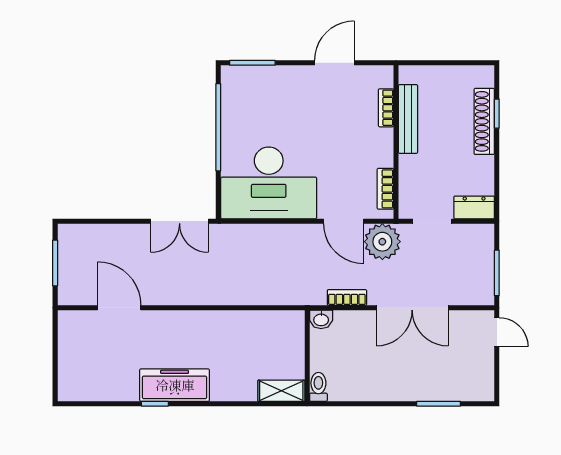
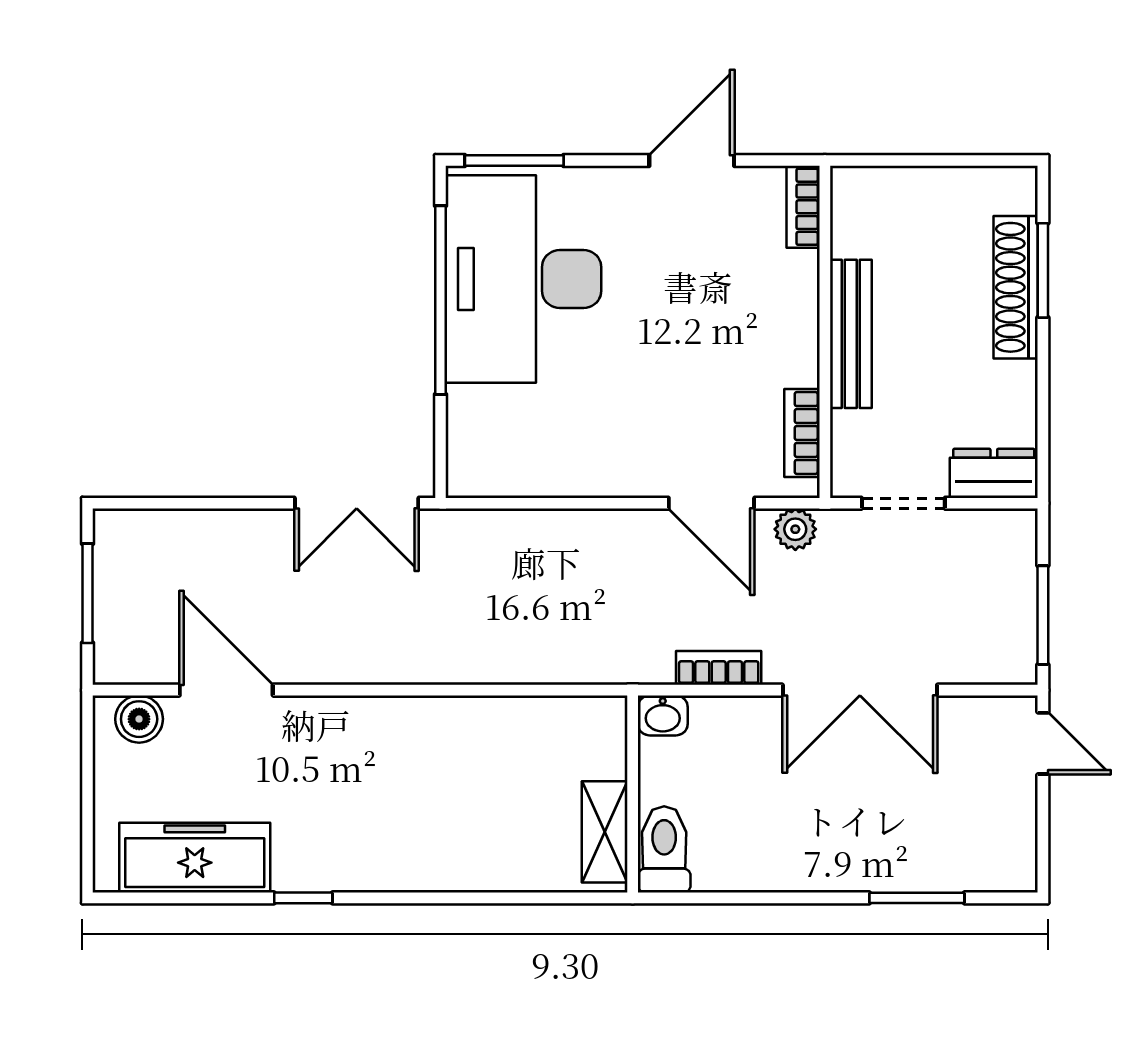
bookcase: (386, 108) -> (803, 207), moved
window: (497, 114) -> (1043, 270), width x1.50
bench: (408, 119) -> (851, 334), moved
desk: (269, 183) -> (523, 279), moved, turned 90
plant: (382, 242) -> (795, 529), width x0.53, depth x0.53
boiler: (79, 321) -> (139, 719), added
freezer: (175, 385) -> (195, 858), moved
toilet: (318, 387) -> (664, 849), width x1.37, depth x1.39
shelving: (281, 391) -> (605, 832), moved, turned 90

